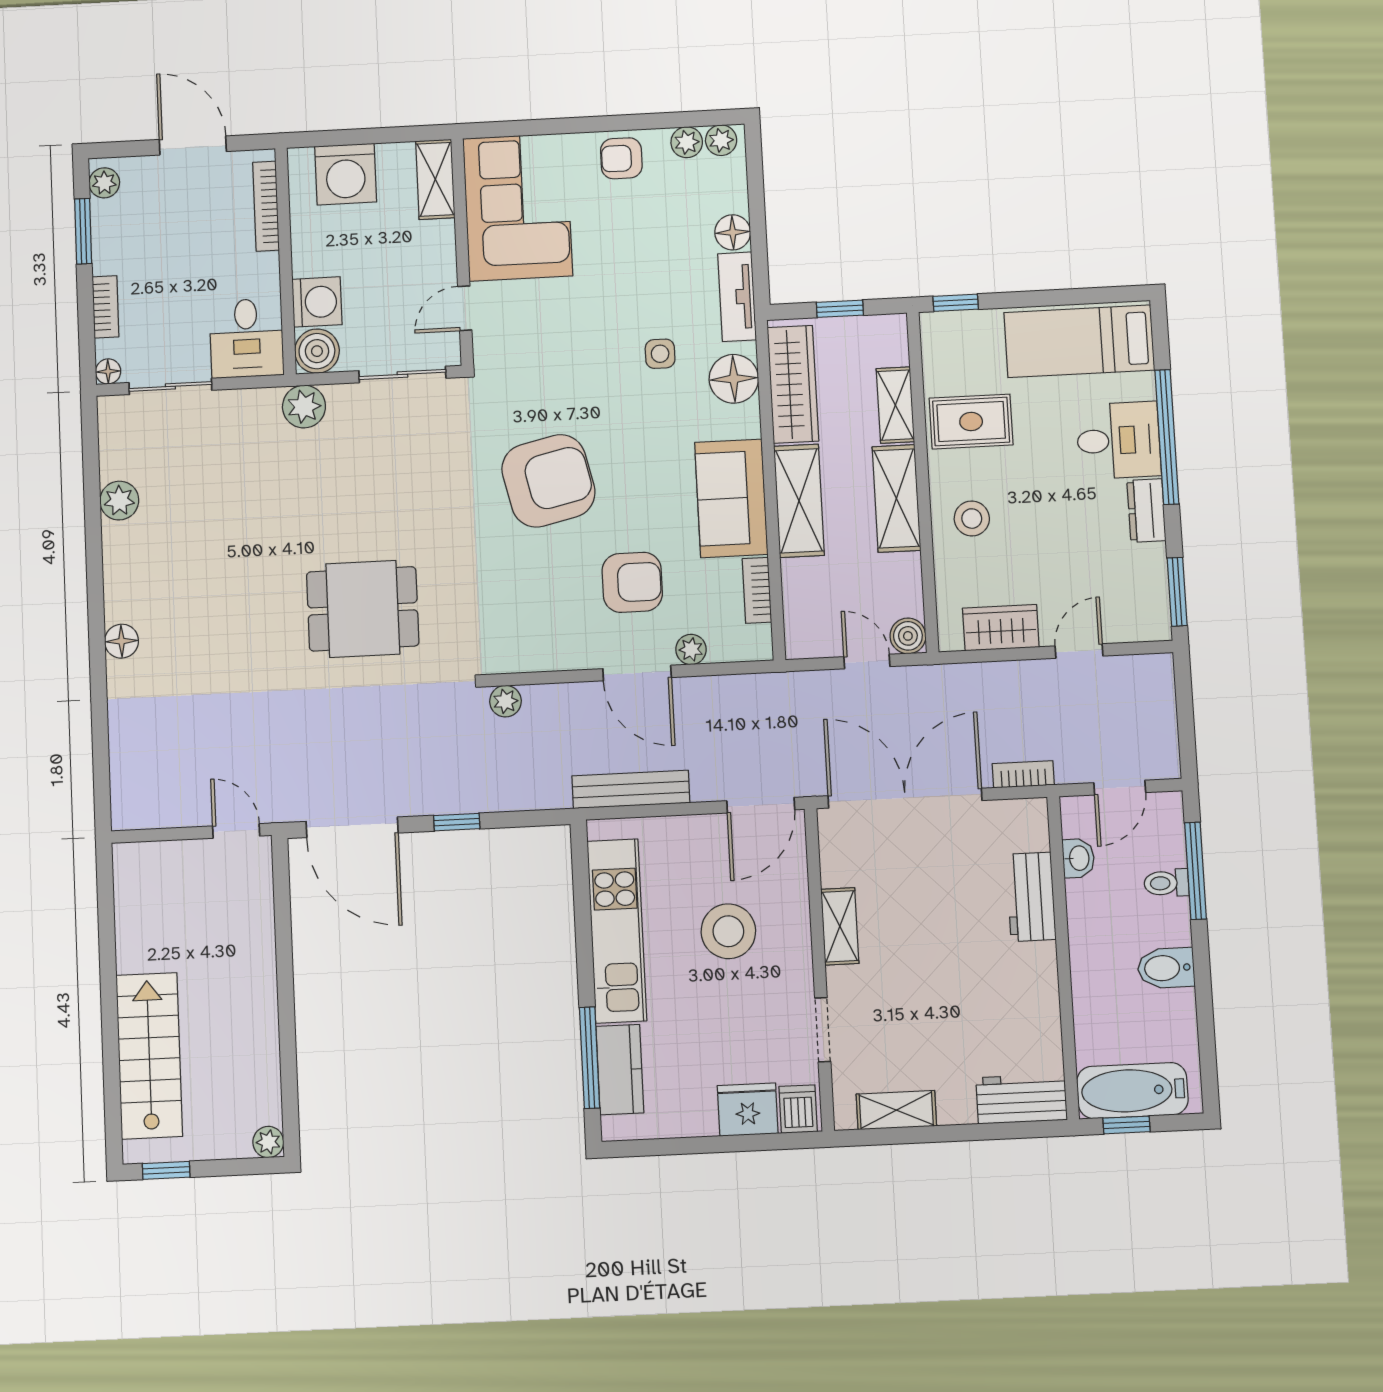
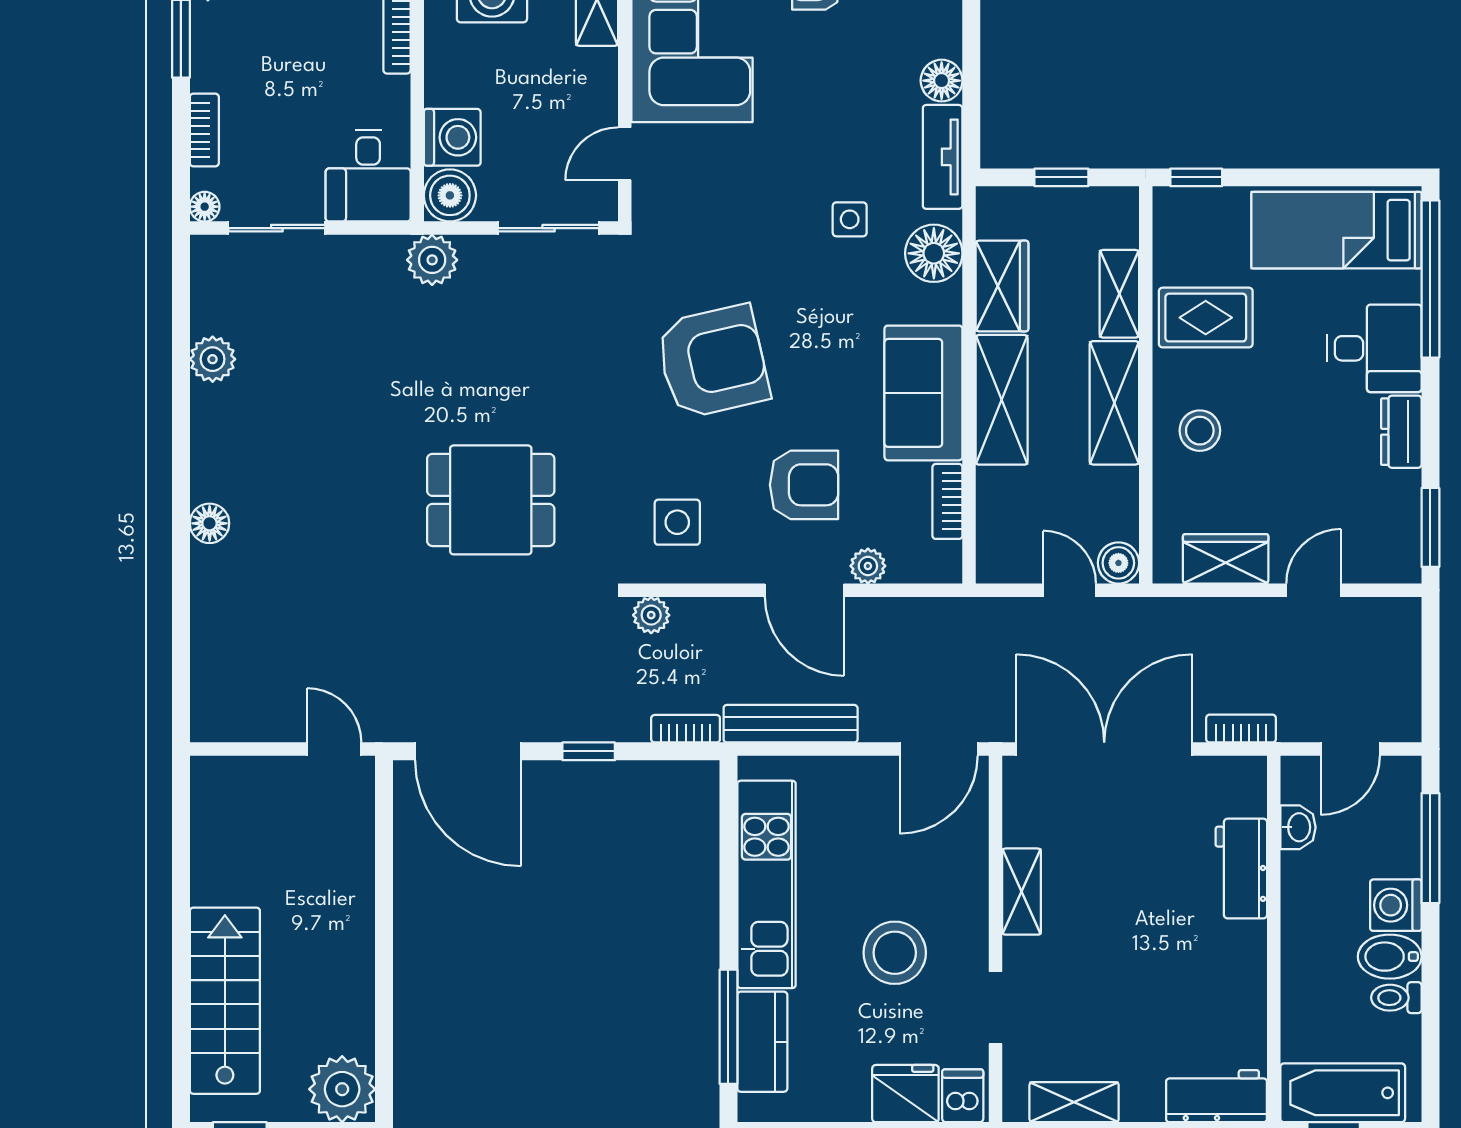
wardrobe: (793, 384) -> (1002, 286), width x0.67
window: (1167, 437) -> (1430, 279), moved
side table: (524, 620) -> (677, 522), added
bookcase: (540, 798) -> (686, 729), added
toilet: (1166, 883) -> (1396, 998), moved
washing machine: (1168, 922) -> (1396, 905), added
stool: (728, 931) -> (895, 953), moved
plant: (268, 1142) -> (342, 1089), width x1.87, depth x1.87

